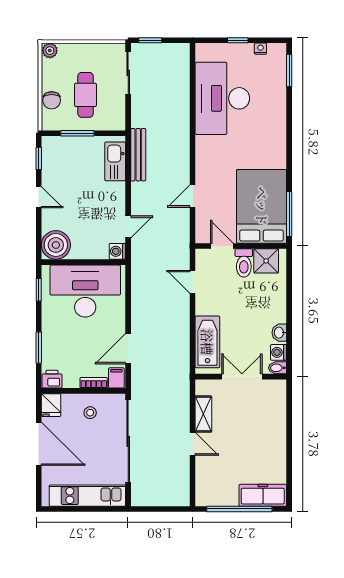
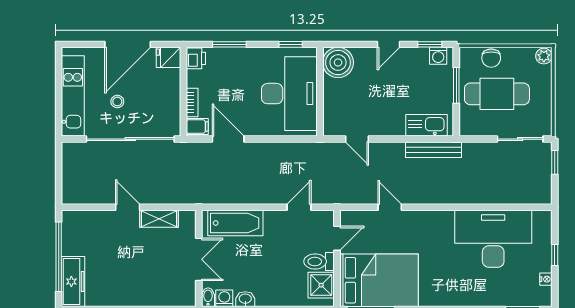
cafe table: (85, 95) -> (497, 94), width x1.37, depth x1.35
chair: (52, 100) -> (491, 58), turned -90
washing machine: (117, 251) -> (438, 56), moved, turned 180
stool: (90, 413) -> (117, 102), moved
door: (193, 444) -> (128, 207), swing flipped

